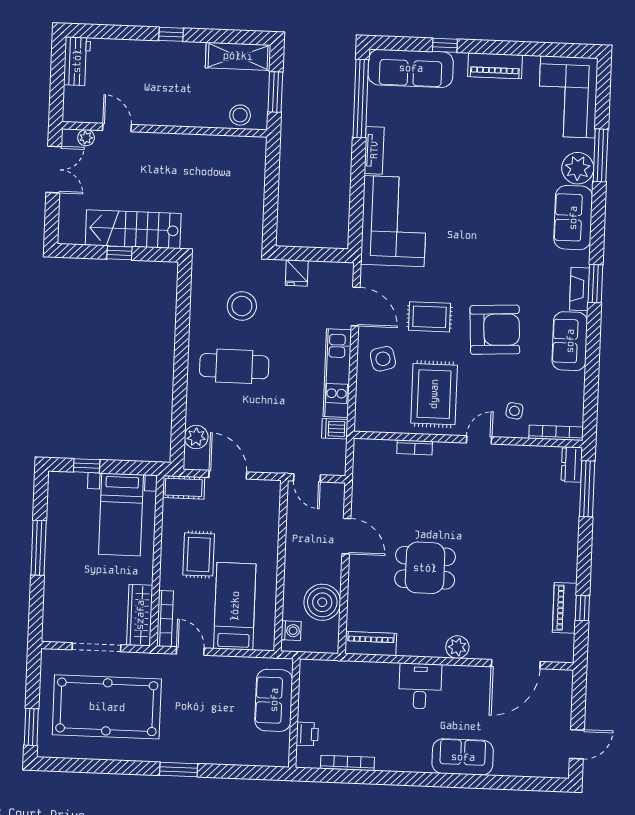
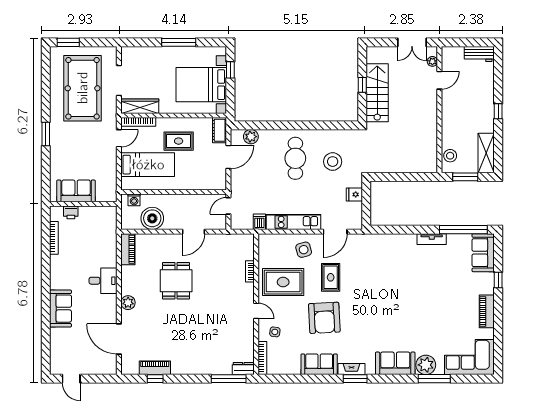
sofa: (411, 68) -> (483, 253), width x0.73
corner sofa: (394, 221) -> (389, 253), removed
bed with nightstands: (121, 514) -> (201, 85), width x1.36
sofa: (274, 700) -> (76, 191), moved

